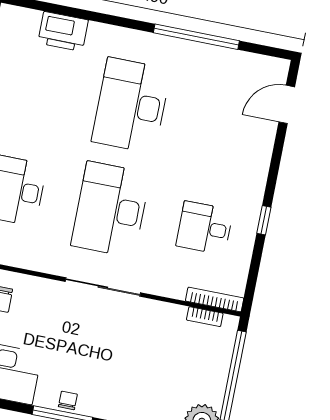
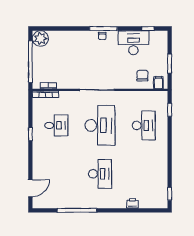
printer: (63, 32) -> (132, 203), width x0.53, depth x0.68
desk: (131, 105) -> (100, 174), width x0.73, depth x0.77

